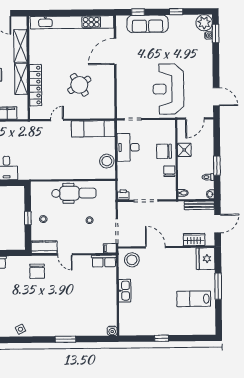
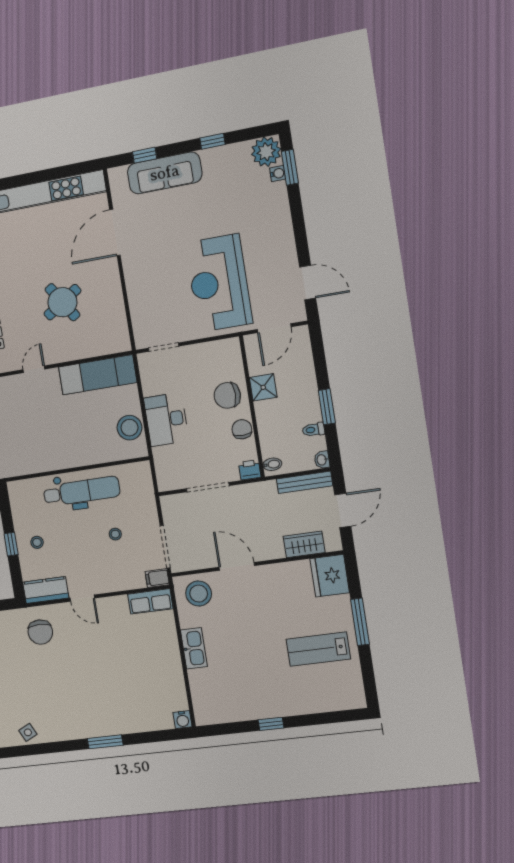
desk: (128, 147) -> (166, 419), moved
printer: (123, 195) -> (250, 470), moved

